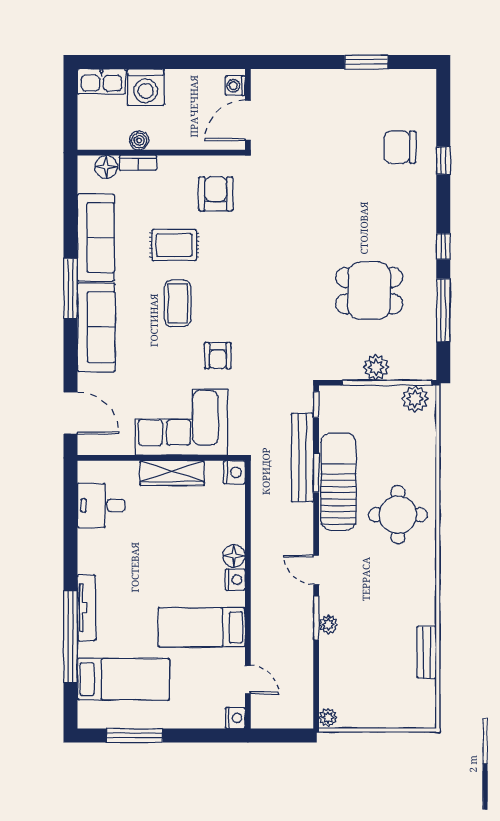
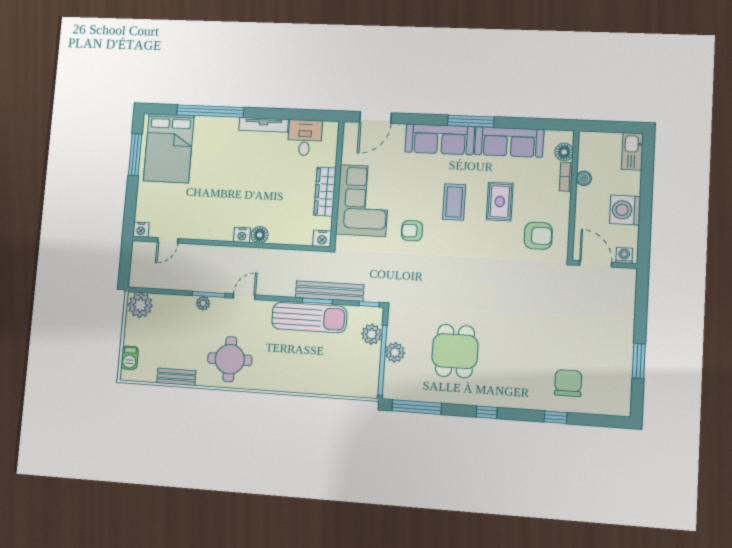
washing machine: (146, 87) -> (625, 210), moved
coffee table: (178, 303) -> (454, 202), turned 90
window: (443, 310) -> (417, 407), moved
plant: (415, 399) -> (372, 334), moved
round table: (398, 515) -> (230, 359), moved
tv unit: (86, 608) -> (264, 125), moved
bed: (202, 627) -> (209, 208), removed
bed: (123, 679) -> (169, 148), width x1.50
plant: (328, 717) -> (140, 305), width x1.88, depth x1.88
barbecue: (406, 718) -> (130, 358), added

